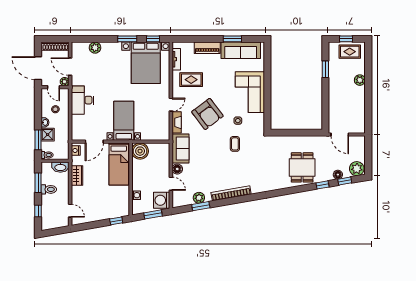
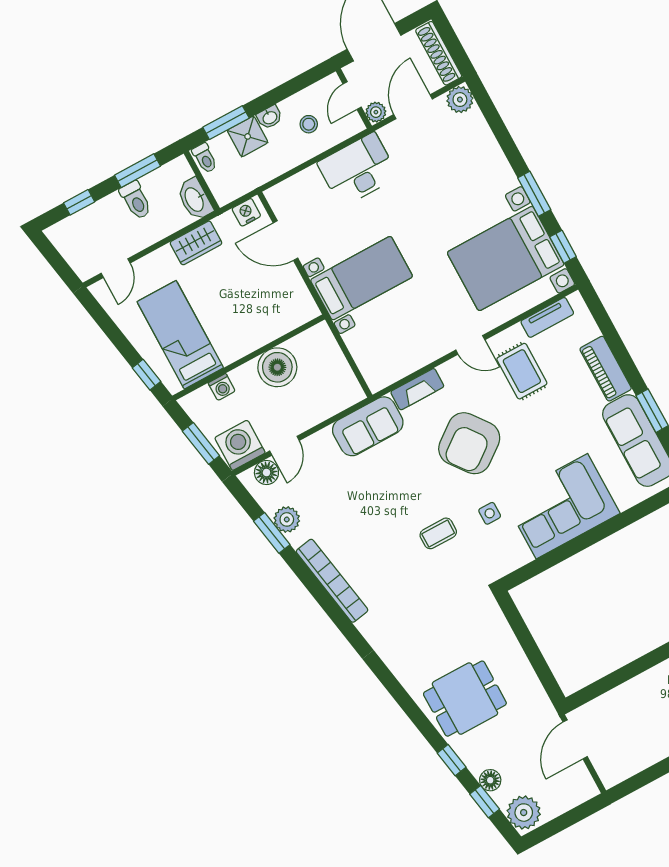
plant: (95, 48) -> (460, 100), moved
door: (171, 105) -> (470, 345), moved
boiler: (140, 151) -> (277, 367), moved
bed: (119, 164) -> (180, 335), moved, turned 90
floor lamp: (177, 169) -> (266, 472), moved

